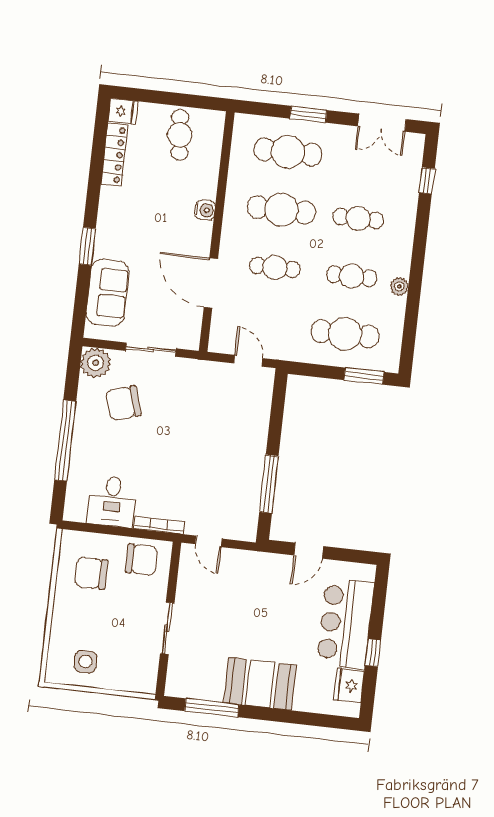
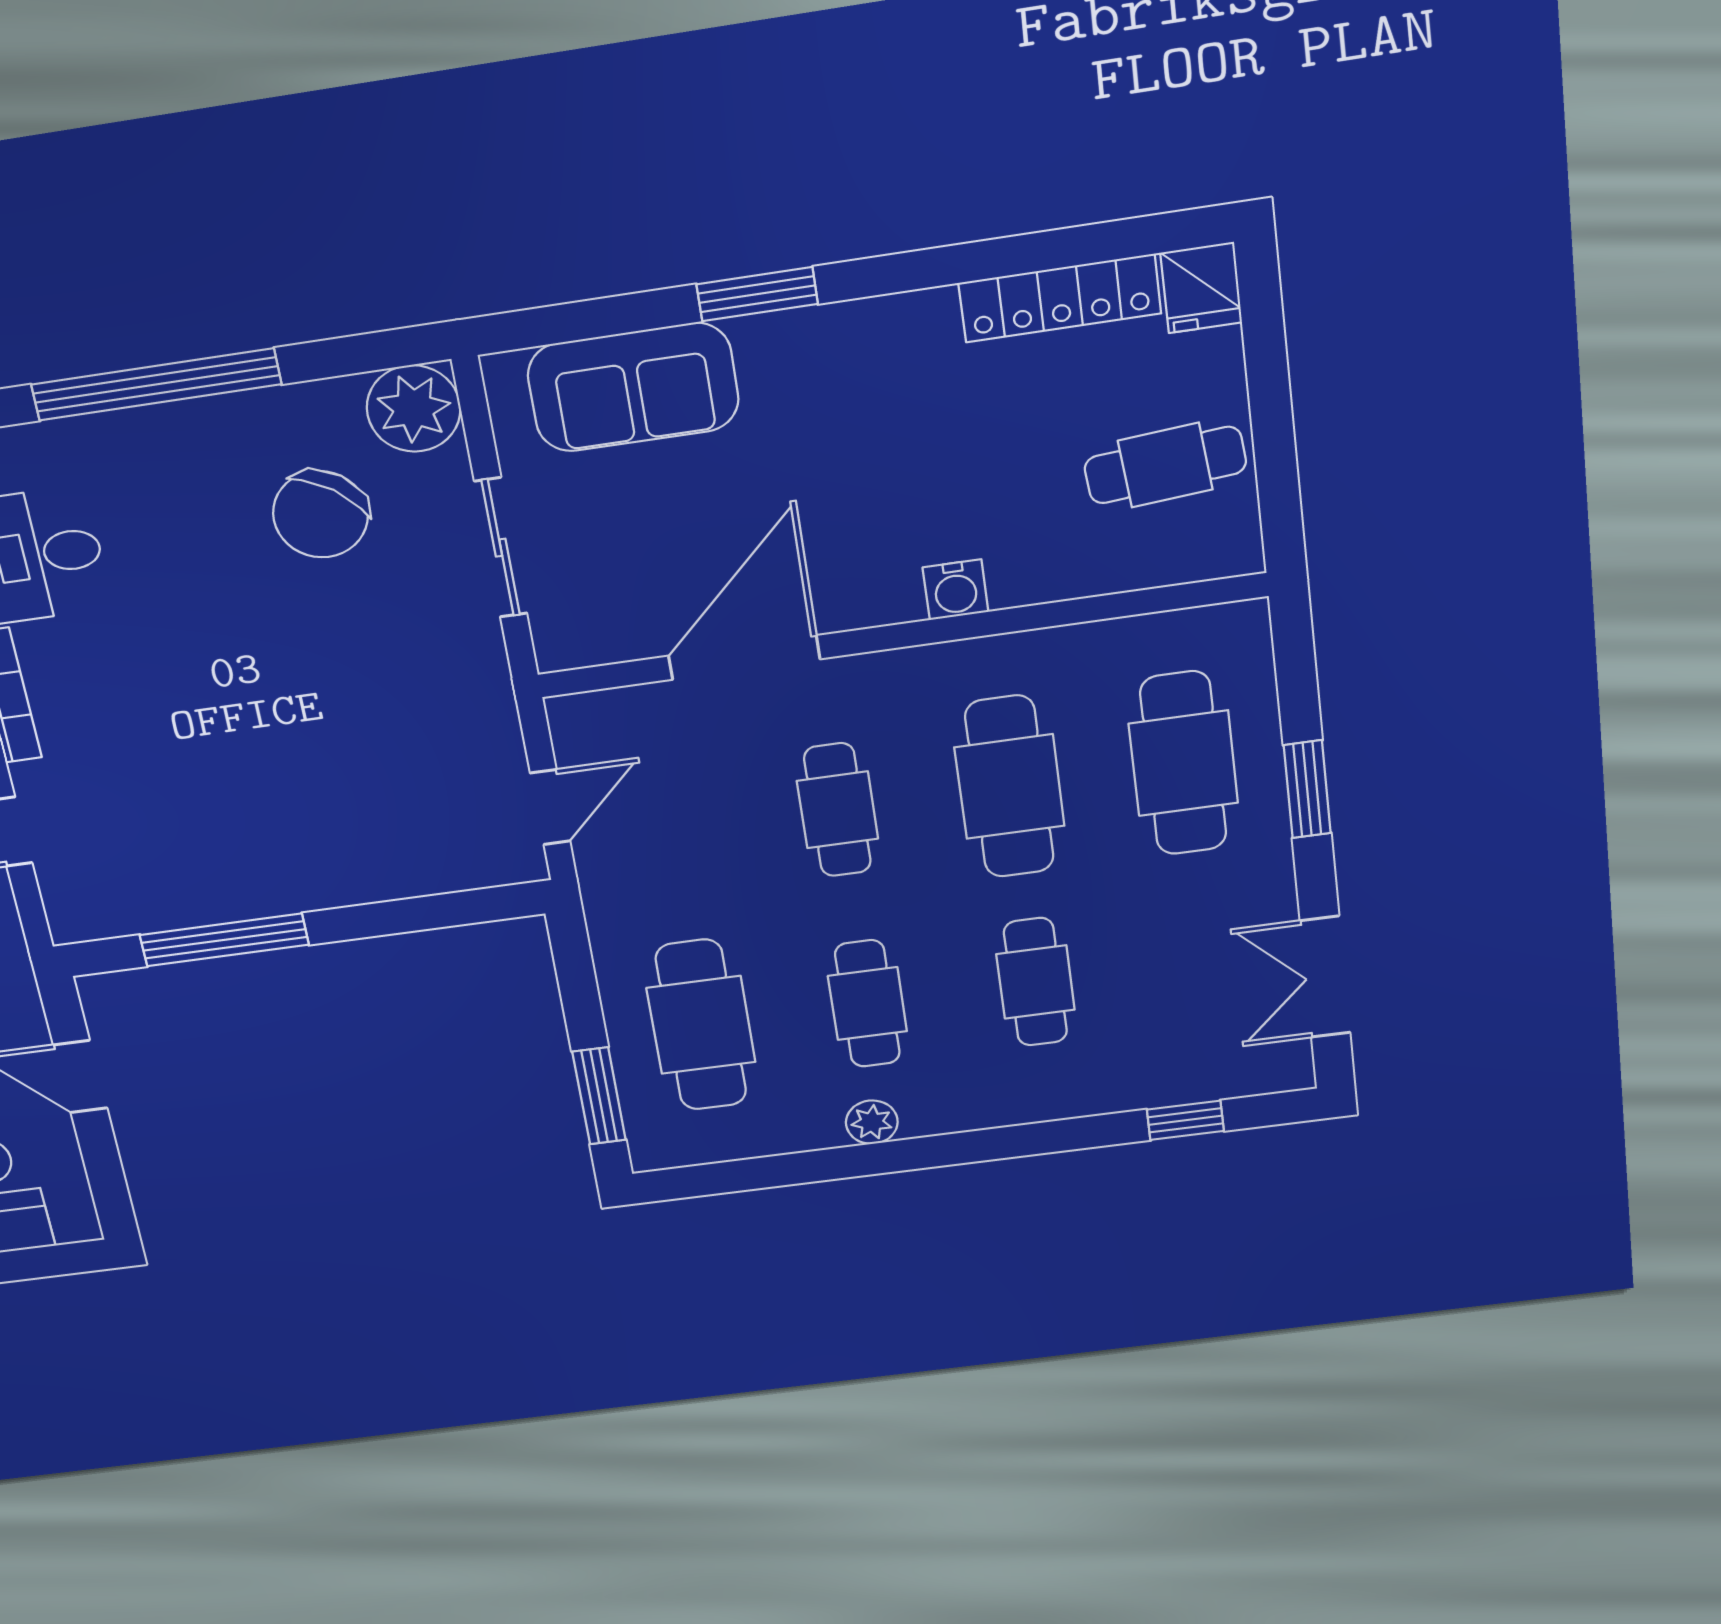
chair: (123, 403) -> (320, 514), turned -126

